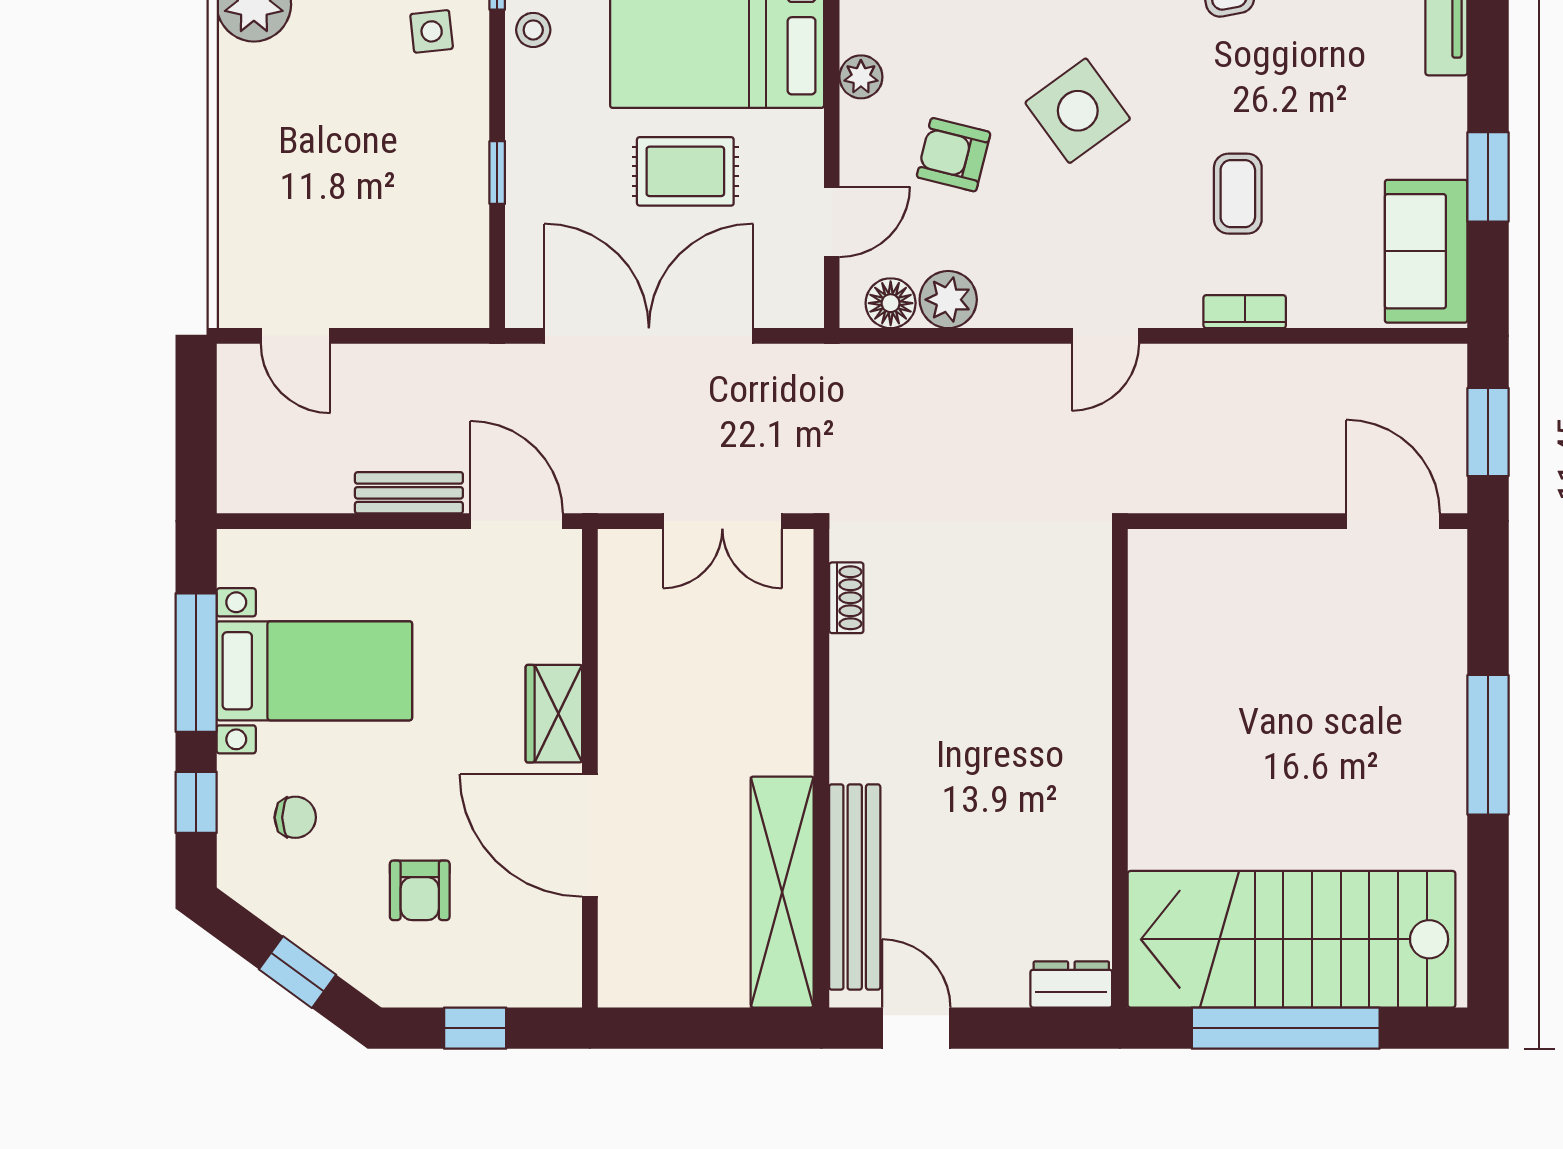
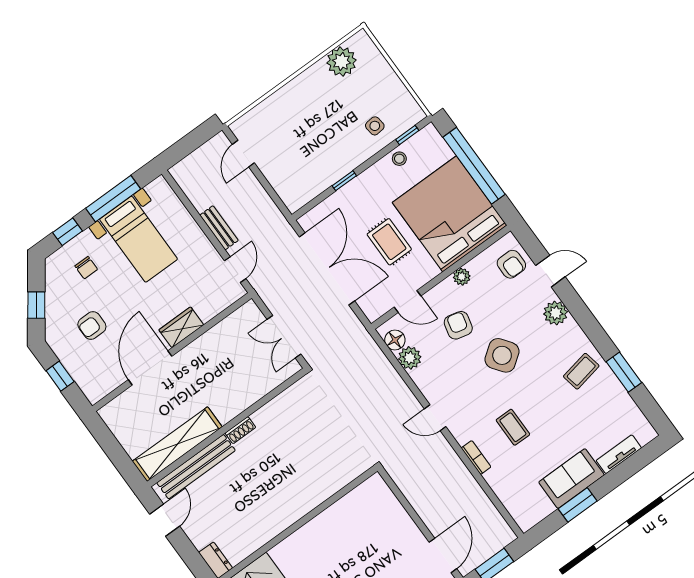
coffee table: (1238, 194) -> (513, 427), turned 90
sofa: (1426, 251) -> (571, 478), moved
door: (517, 521) -> (235, 270), width x0.73
shoe rack: (846, 598) -> (240, 430), moved

